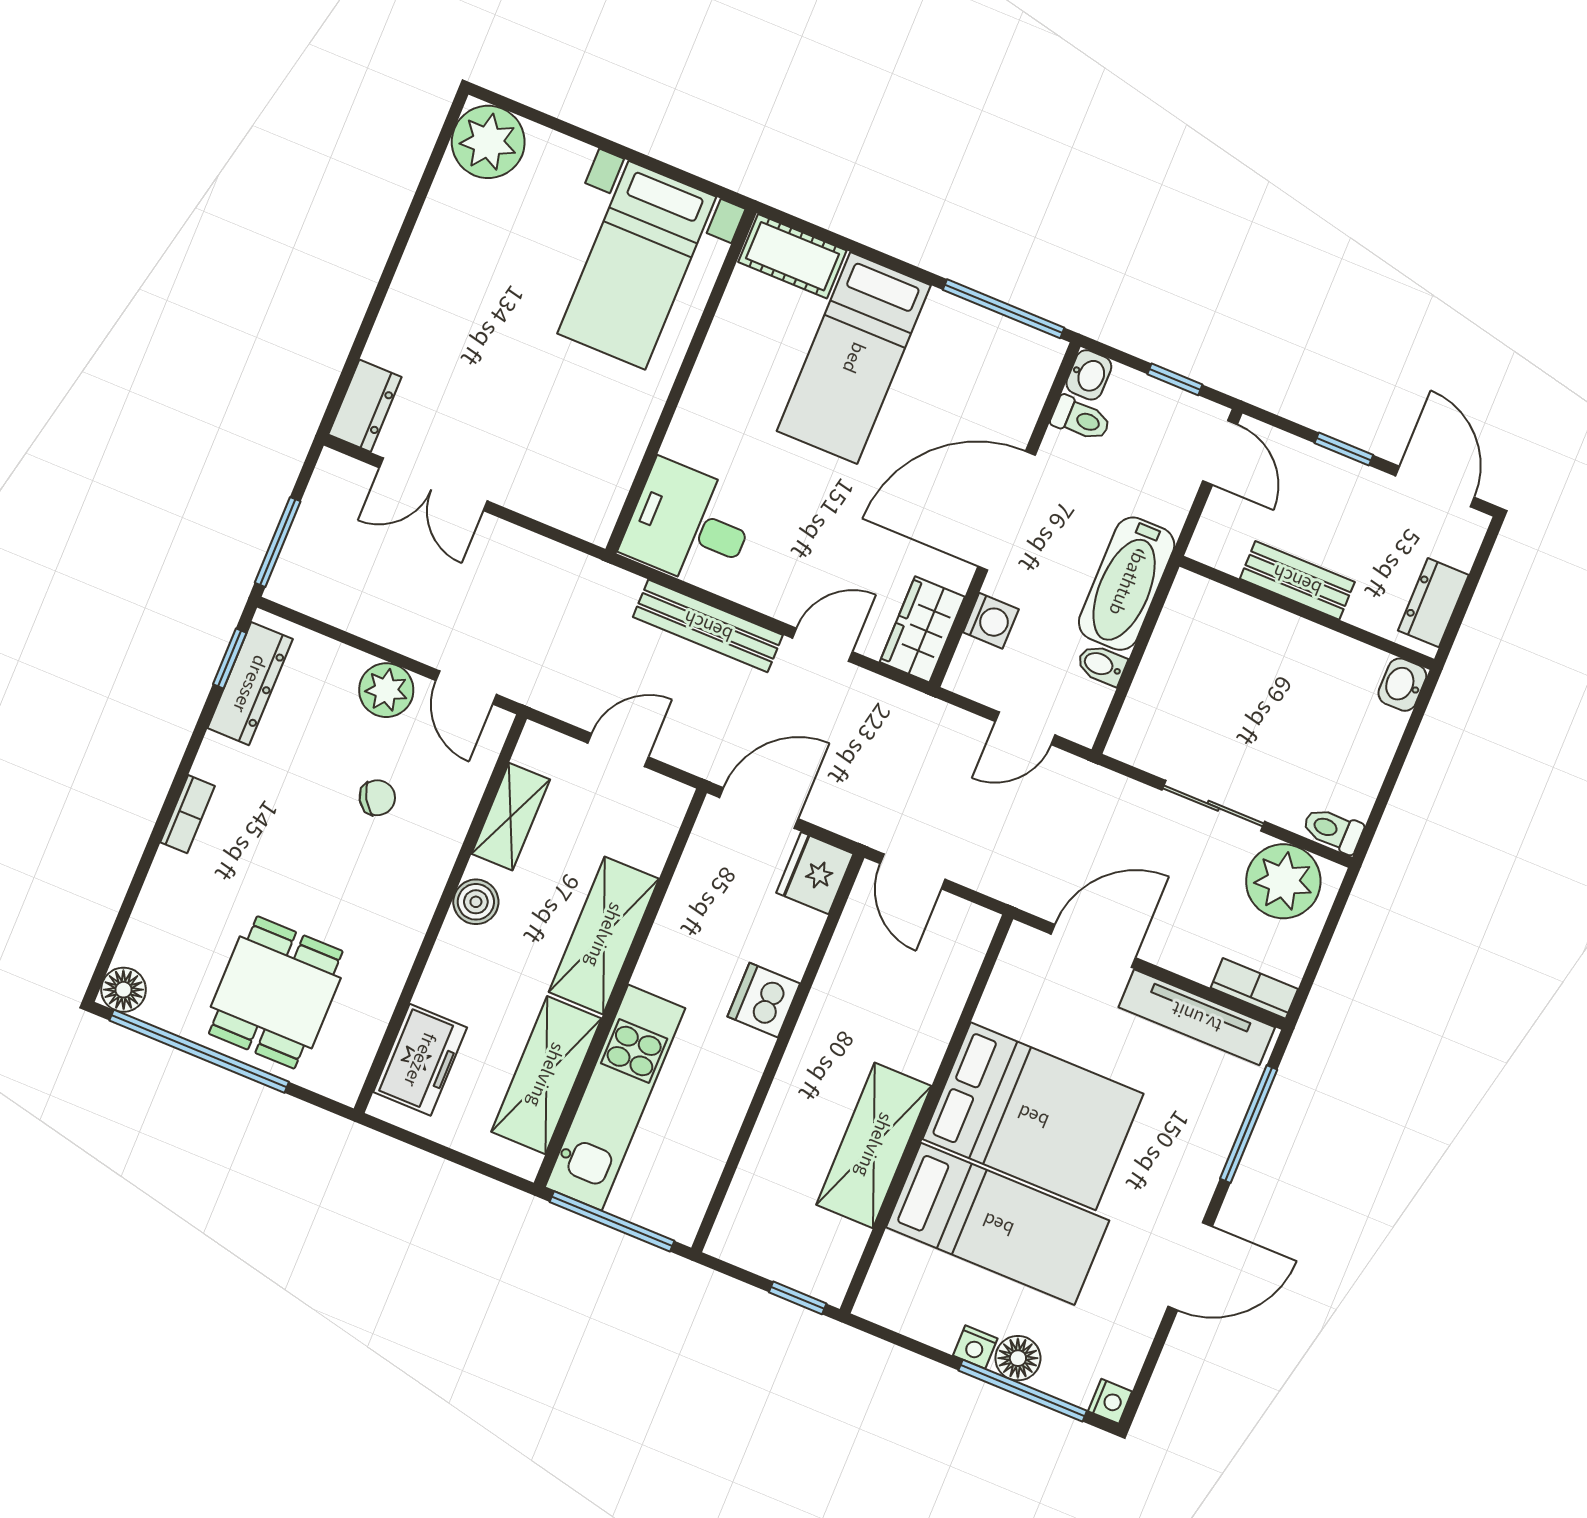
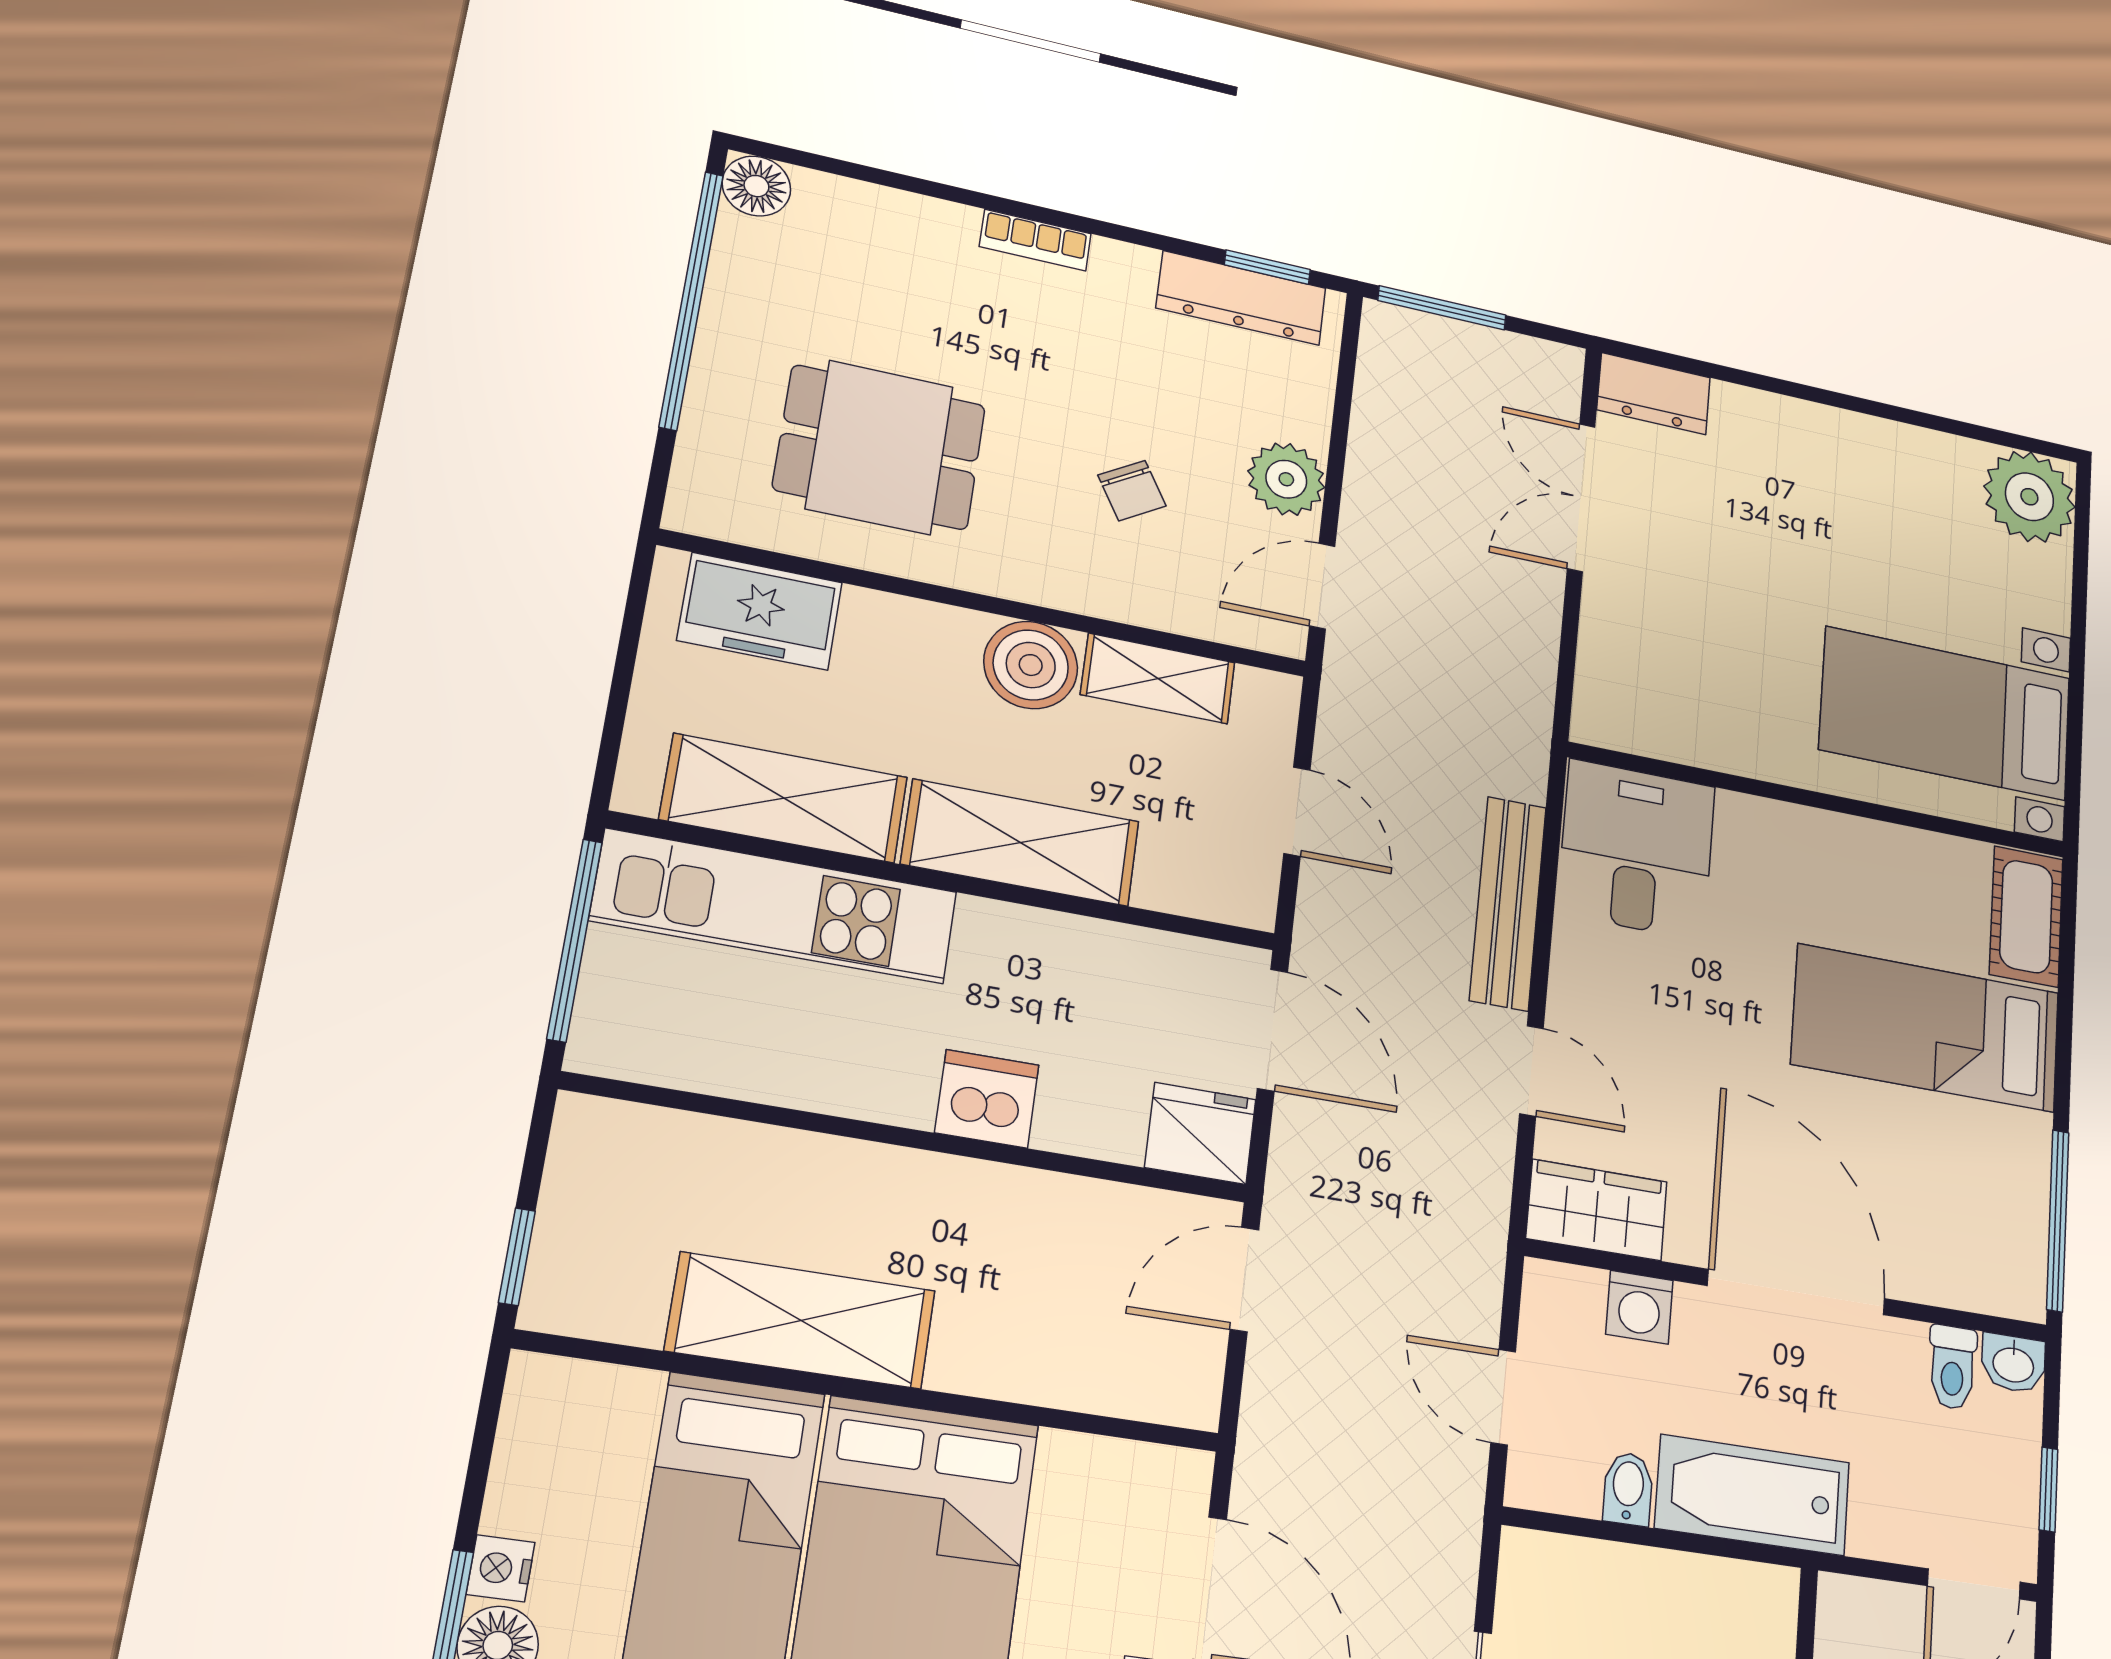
boiler: (476, 902) -> (1031, 665), width x1.36, depth x1.36
dining table: (276, 992) -> (880, 447), moved

